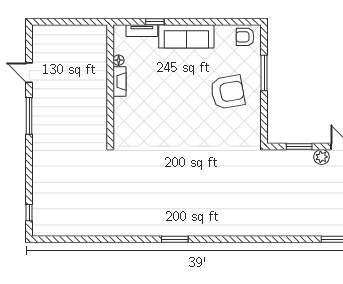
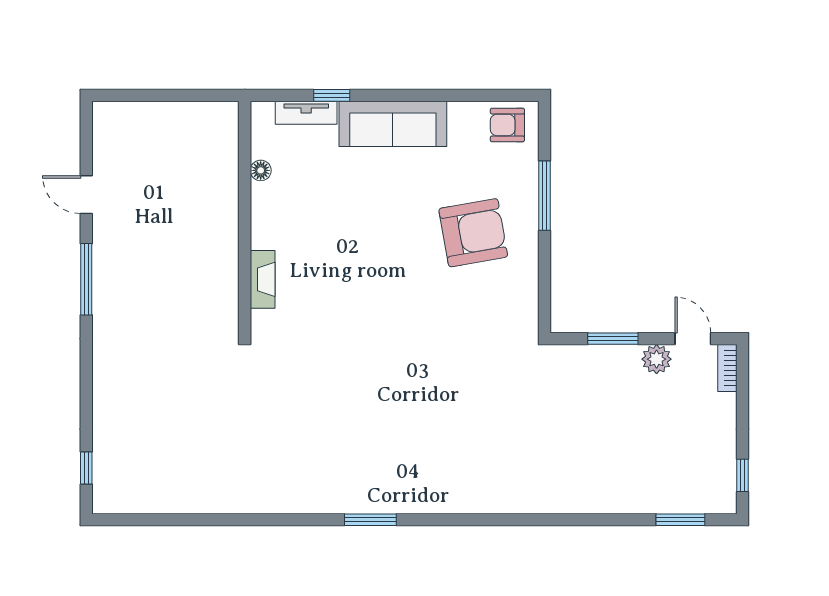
fireplace: (120, 81) -> (263, 279), moved

